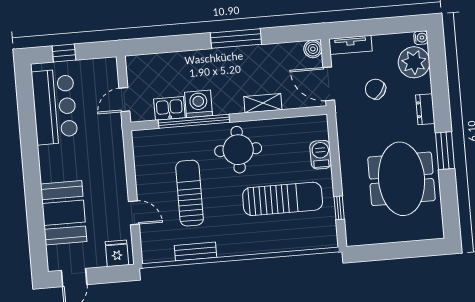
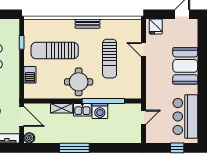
kitchen sink: (169, 108) -> (82, 110), moved
booth: (64, 213) -> (185, 66), moved
bench: (196, 252) -> (87, 24), moved

